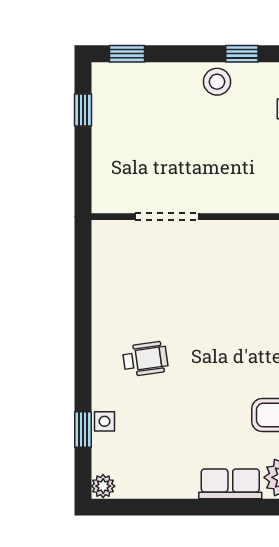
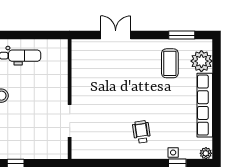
row of seats: (230, 484) -> (205, 105), width x2.02

